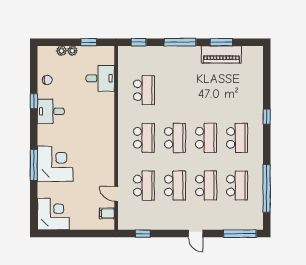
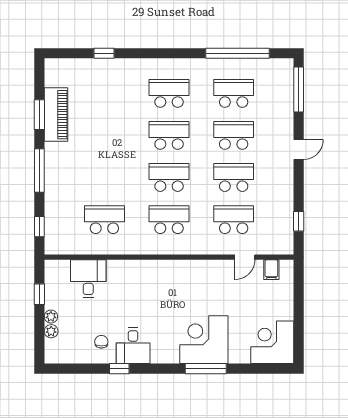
chair: (47, 80) -> (101, 342), moved
window: (267, 117) -> (104, 53), moved

